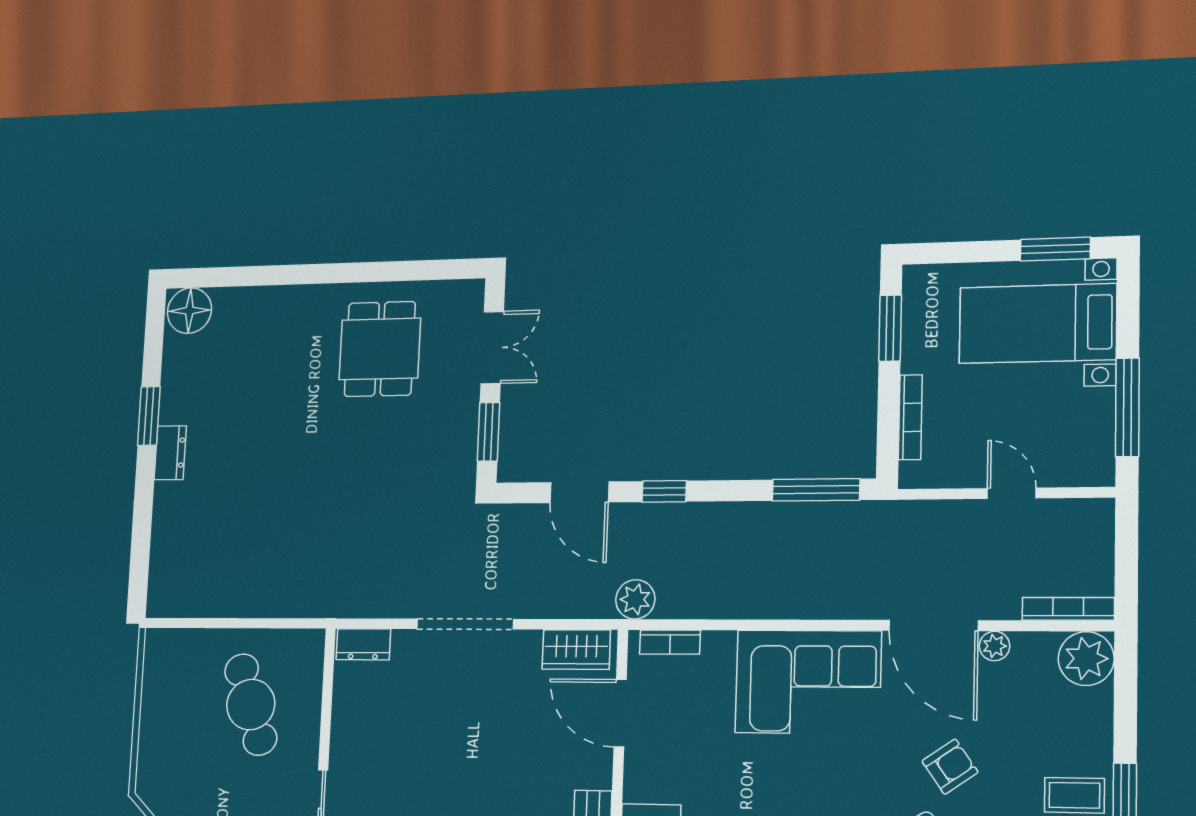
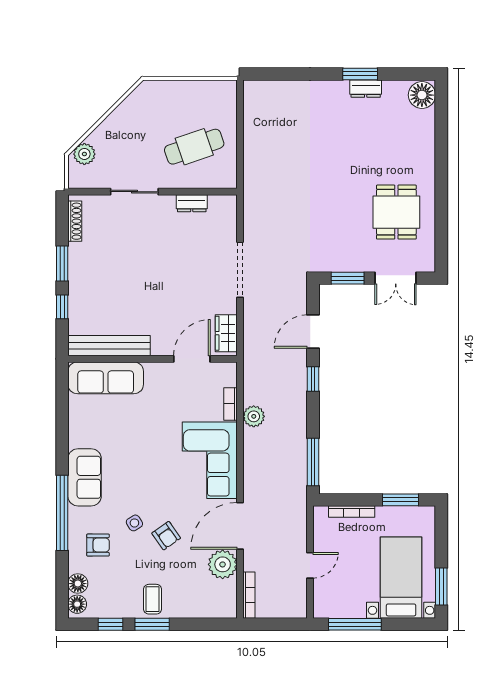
dining table: (380, 349) -> (396, 212), turned 90
dresser: (170, 453) -> (366, 89), moved
plant: (635, 599) -> (254, 416), moved
bookcase: (670, 642) -> (231, 404), moved
dresser: (363, 644) -> (192, 203), moved, turned -90
plant: (995, 646) -> (223, 564), width x1.87, depth x1.87
plant: (1086, 659) -> (223, 604), removed

